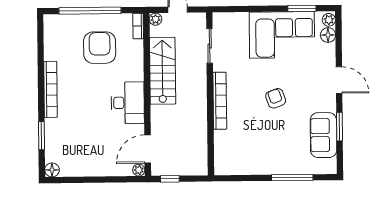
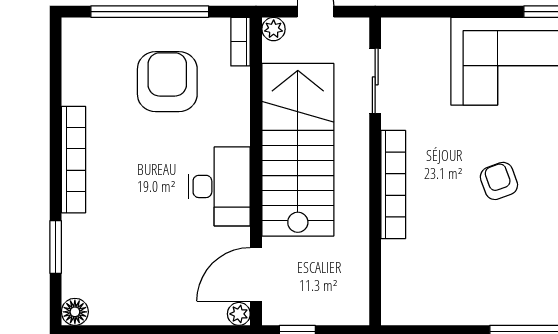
stairs: (163, 71) -> (298, 150), width x1.36, depth x1.51

